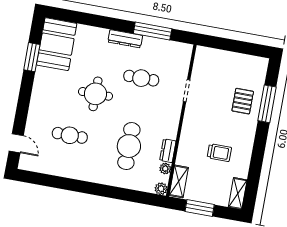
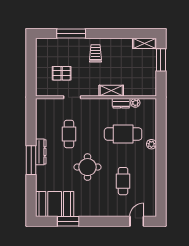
window: (153, 31) -> (31, 160), moved
pallet: (243, 101) -> (62, 73), moved
trolley: (219, 153) -> (95, 53), moved
shelving: (179, 181) -> (111, 91), moved
plant: (161, 189) -> (151, 144), moved
window: (200, 208) -> (161, 60), moved

